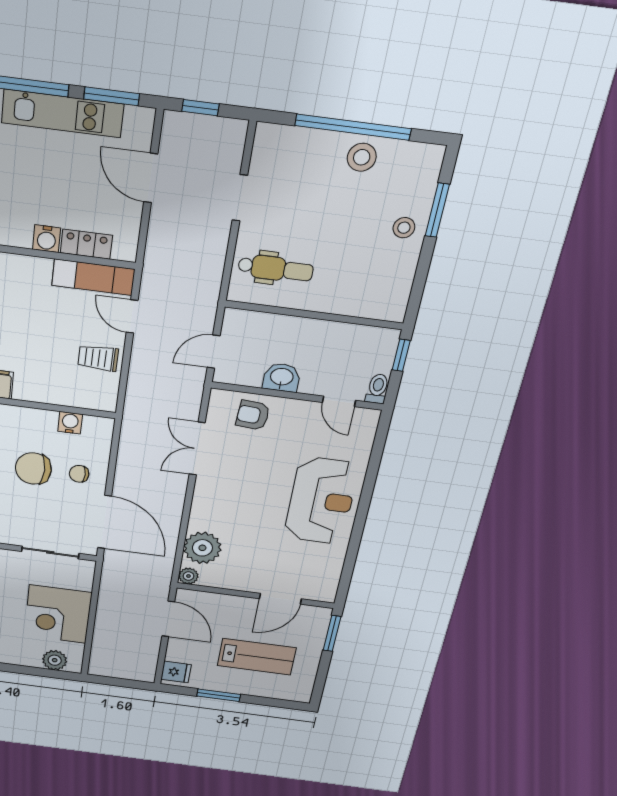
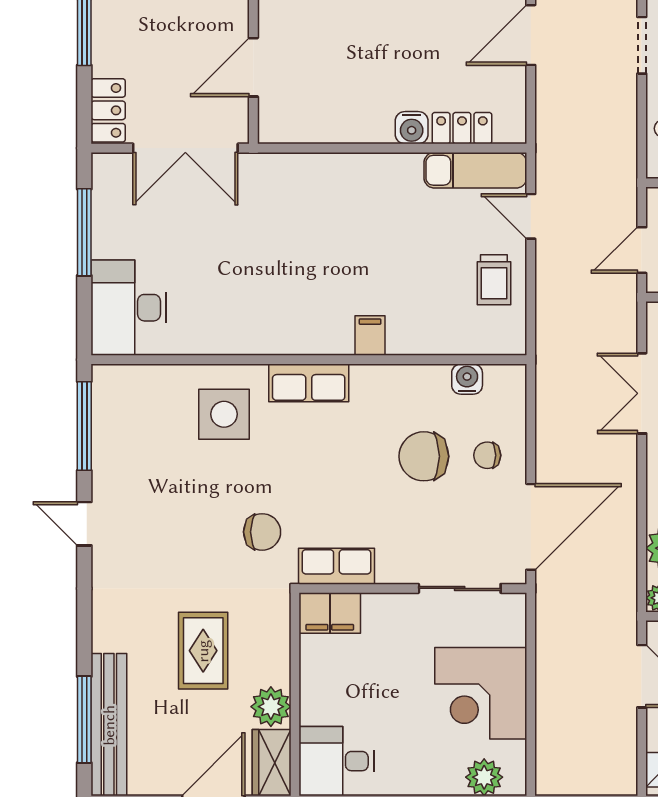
door: (151, 178) -> (531, 35), hinge flipped
trolley: (98, 358) -> (494, 280), turned -90
door: (105, 522) -> (531, 527), hinge flipped

